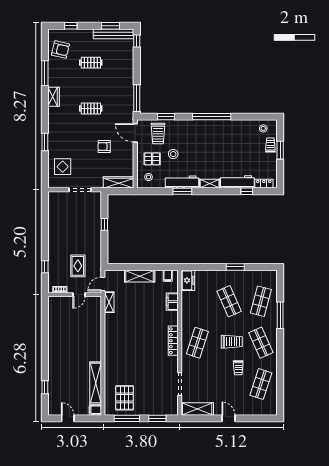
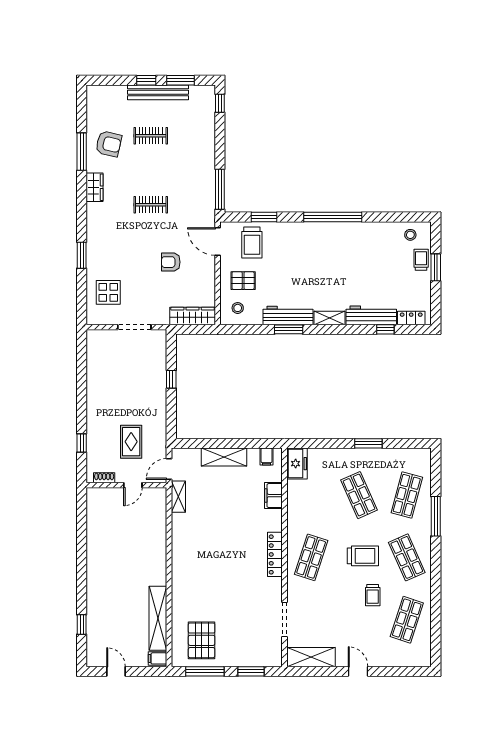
window: (71, 26) -> (146, 80), moved
bench: (114, 34) -> (158, 92), moved
armchair: (60, 50) -> (109, 144), moved
stool: (173, 154) -> (275, 273), removed

